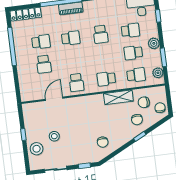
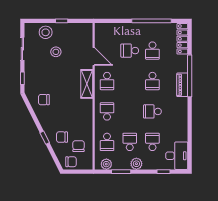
school desk: (130, 30) -> (152, 142), turned 180
school desk: (76, 83) -> (107, 81), turned -90
shelving: (118, 97) -> (87, 84), moved

